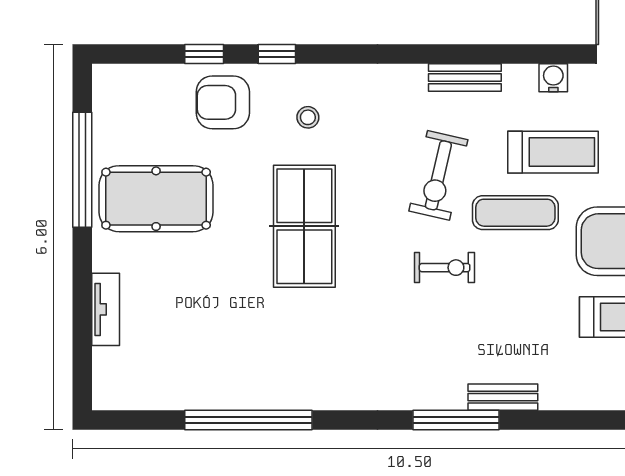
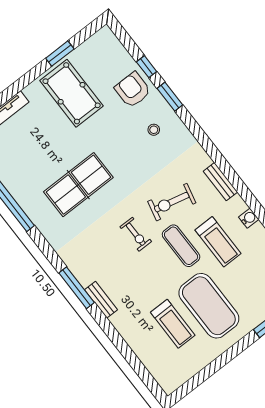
window: (277, 54) -> (170, 97), width x1.50
window: (82, 170) -> (60, 54), width x0.47
table tennis table: (304, 226) -> (78, 185), moved

